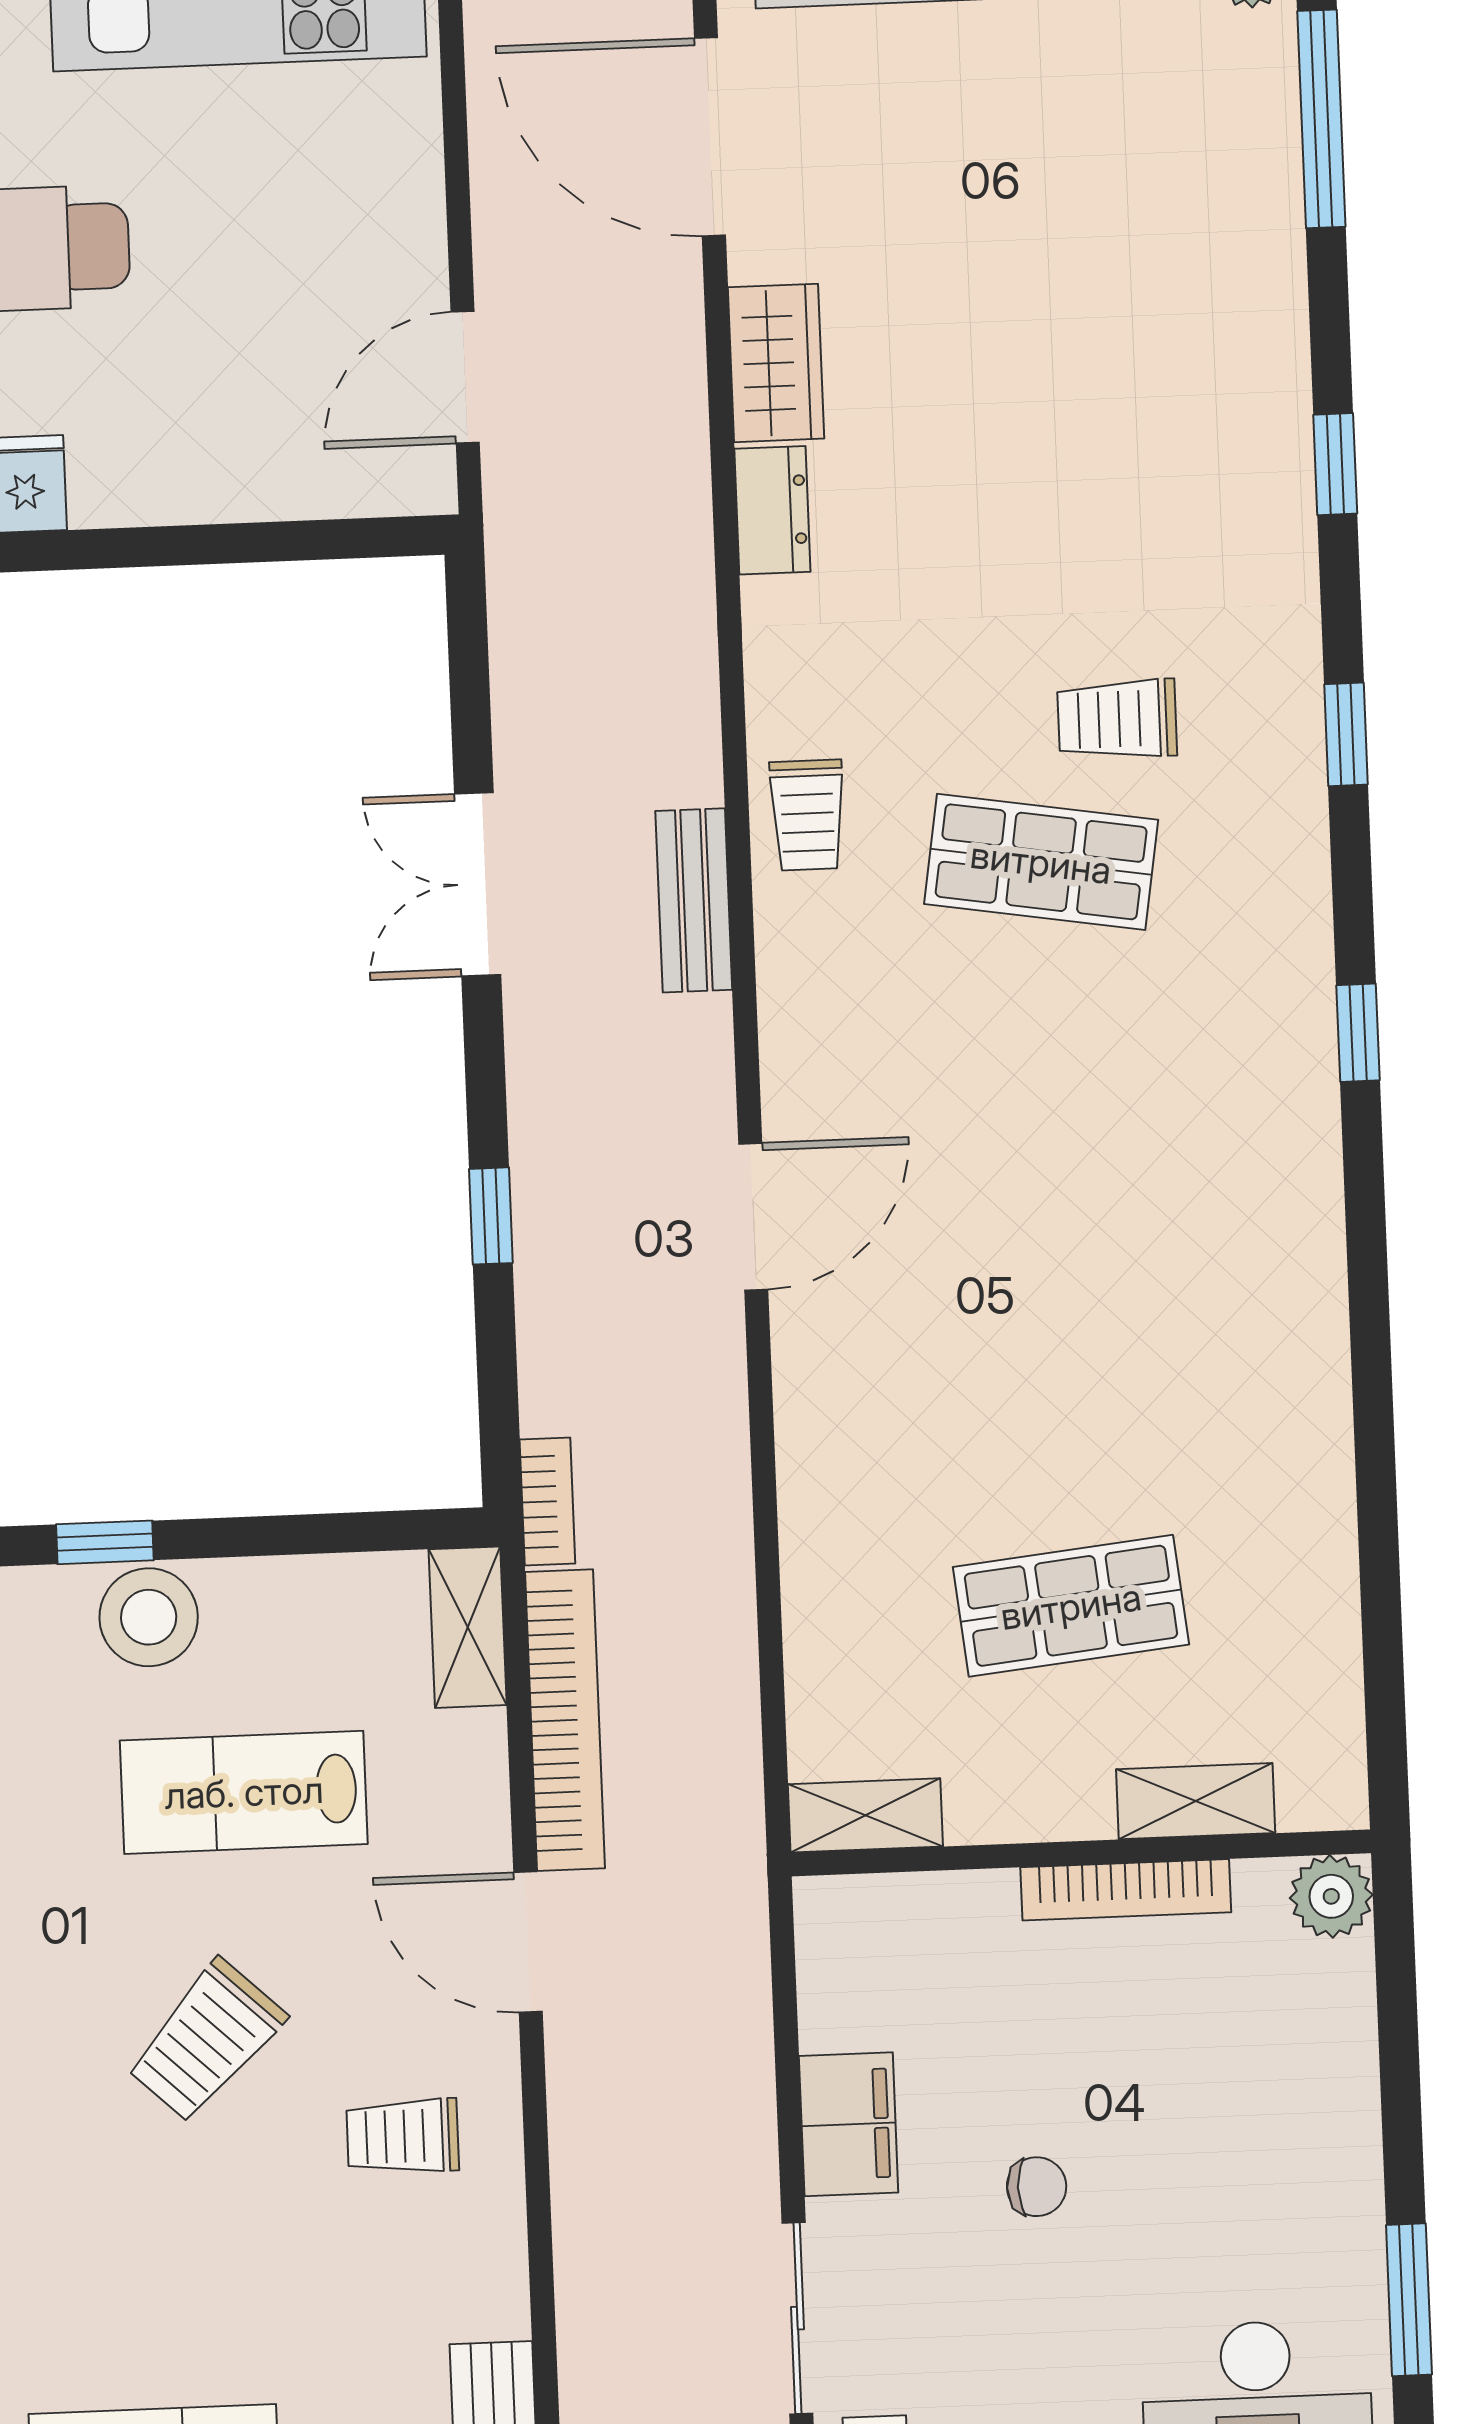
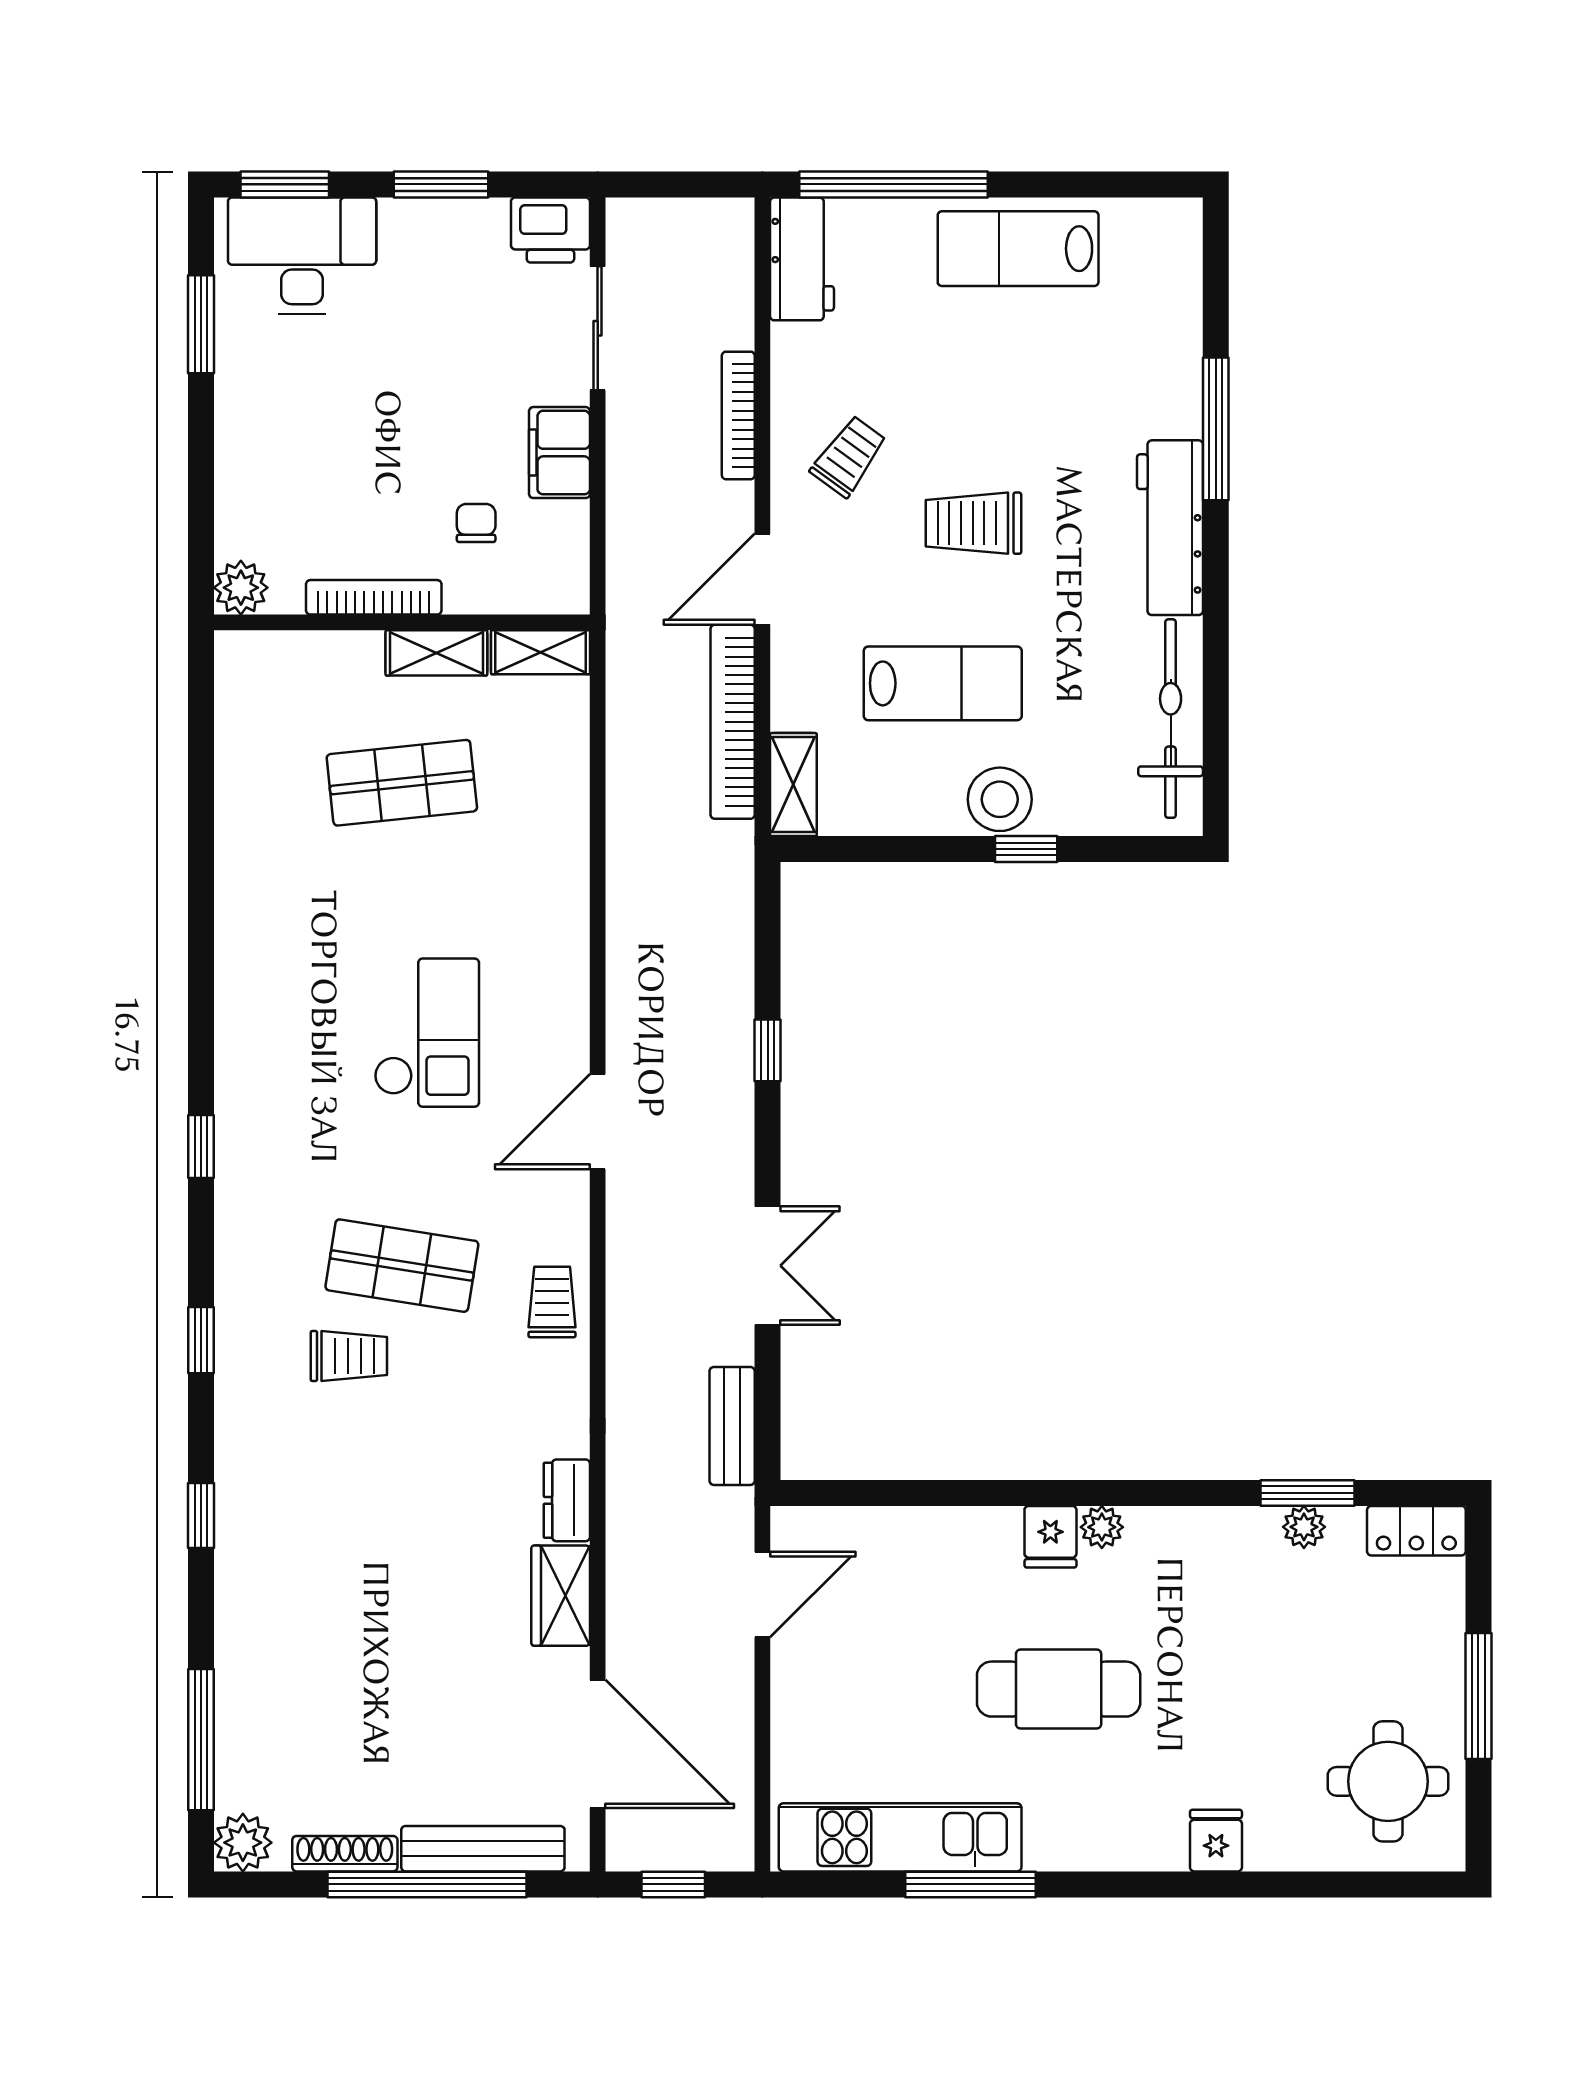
bench: (694, 900) -> (732, 1426), moved
door: (753, 1217) -> (598, 1122), moved
checkout: (1017, 1222) -> (427, 1033), added
bookcase: (547, 1501) -> (738, 415), moved, width x1.56
shelving: (1196, 1801) -> (436, 653), moved
door: (528, 1942) -> (762, 579), swing flipped
trolley: (206, 2041) -> (974, 523), turned -133
trolley: (403, 2136) -> (849, 456), turned -54
chair: (1037, 2187) -> (476, 523), moved, turned 90

